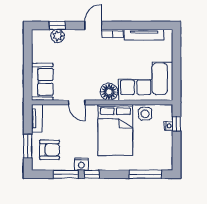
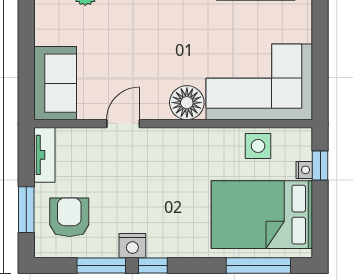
door: (77, 102) -> (123, 124), swing flipped
bed: (115, 130) -> (262, 215), moved, turned 90
armchair: (49, 150) -> (69, 217), turned -90

